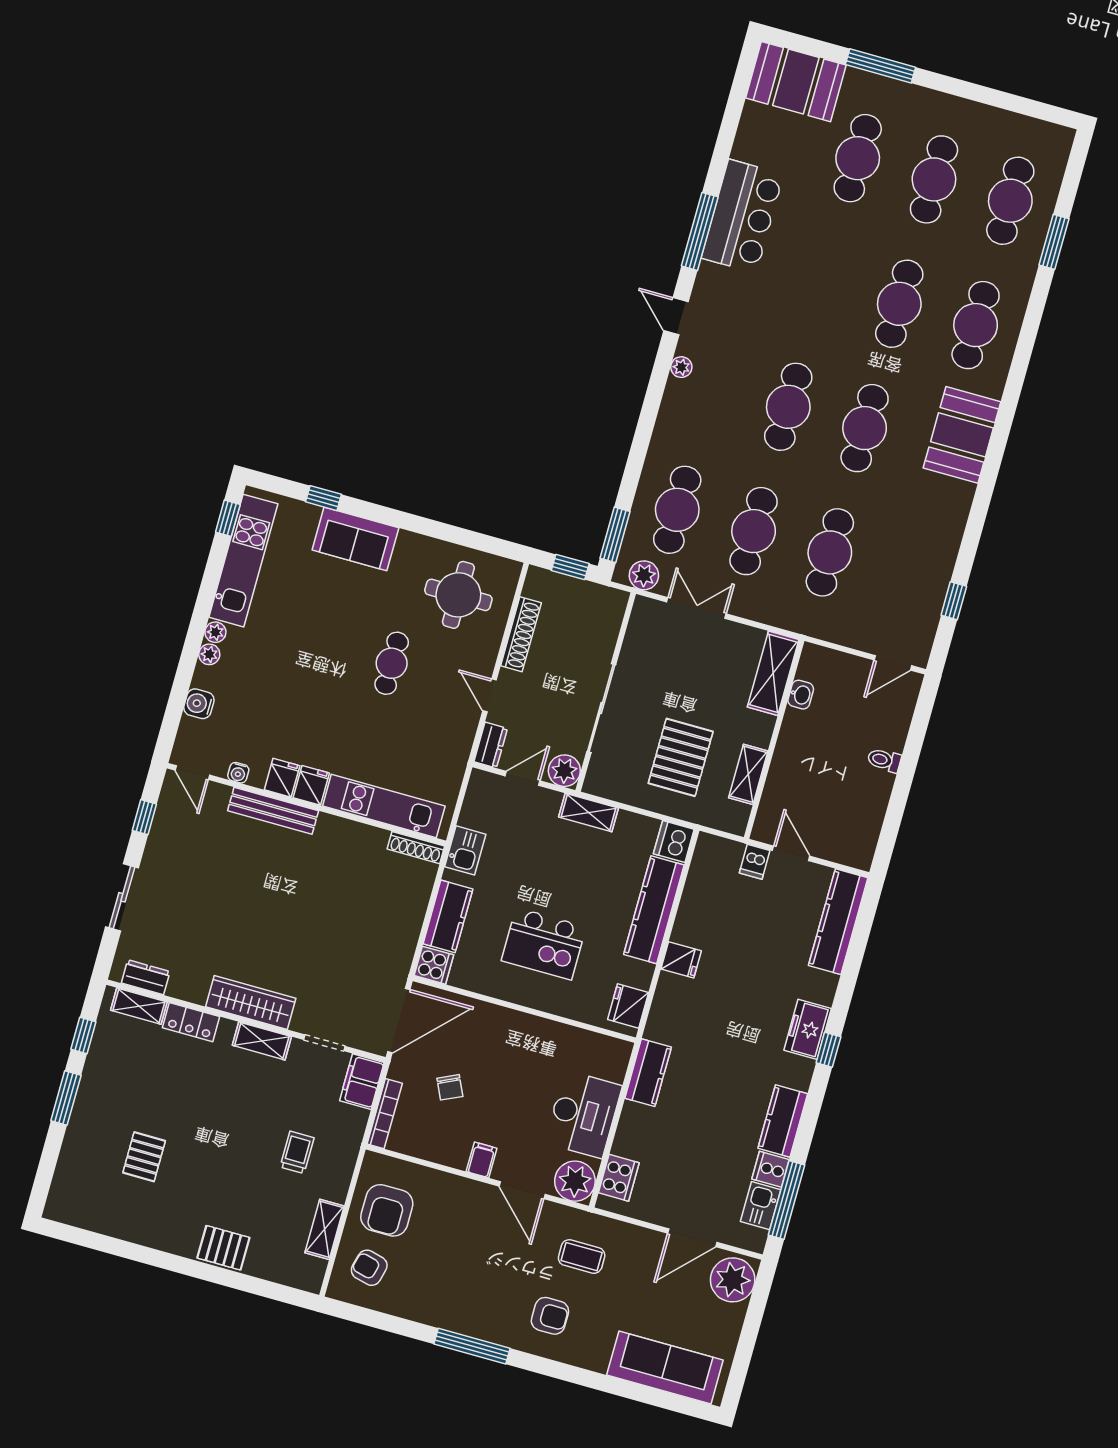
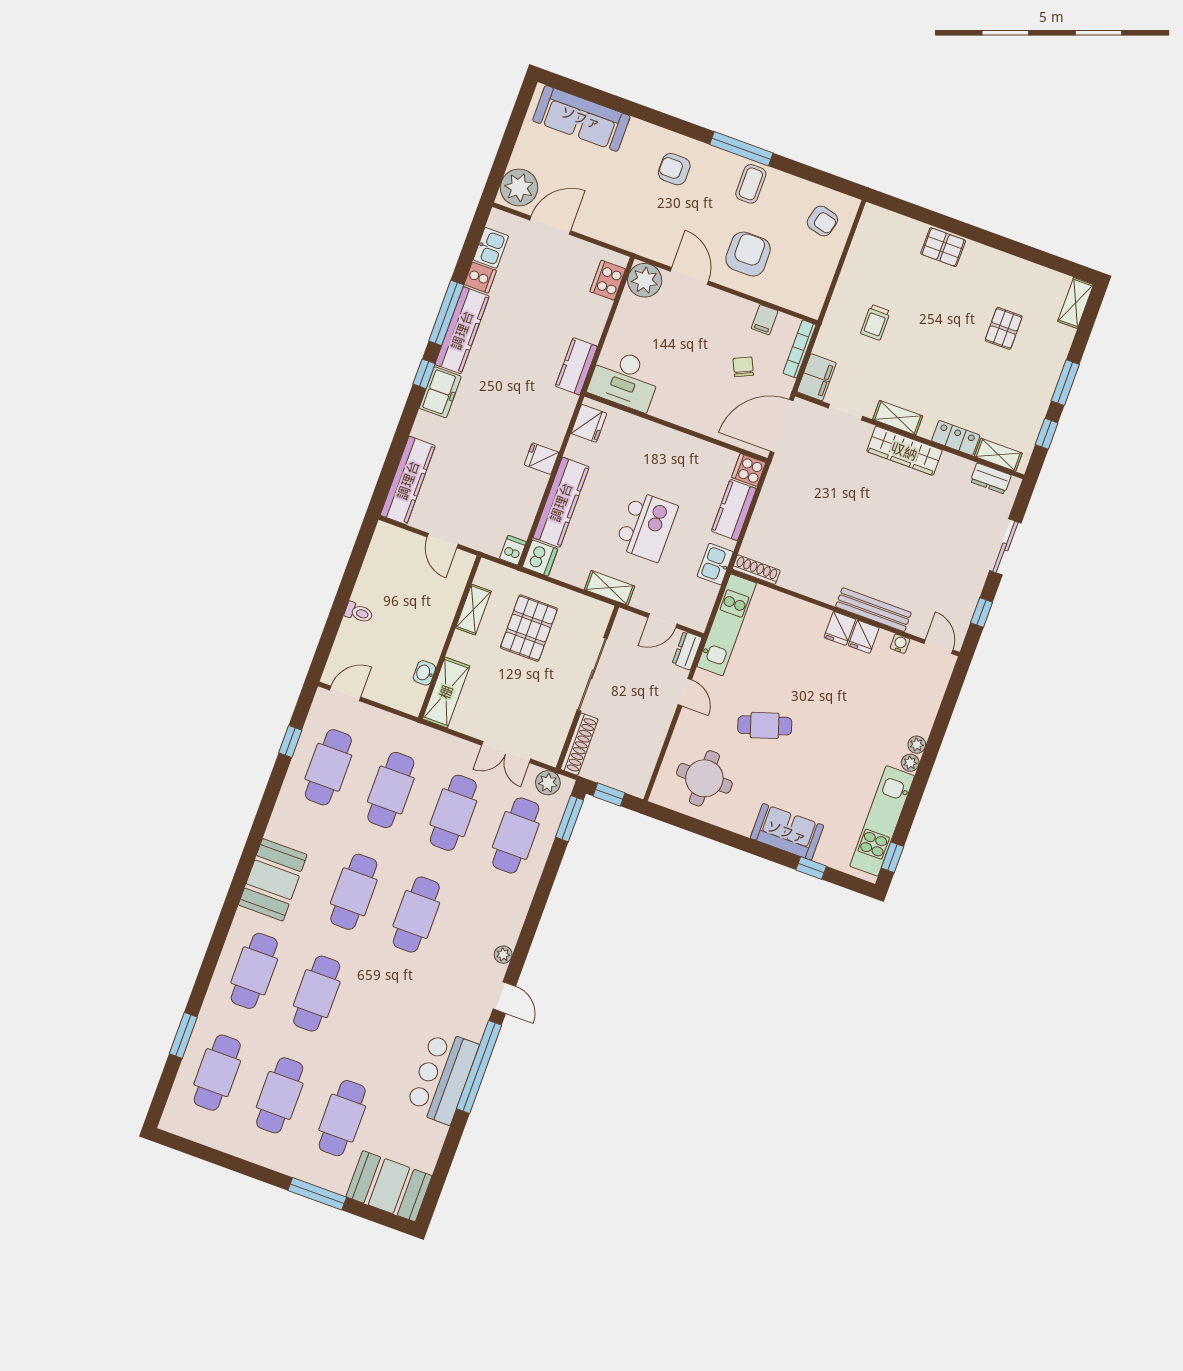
window: (700, 231) -> (479, 1067), width x1.46
cafe table: (906, 574) -> (328, 767), added
shoe rack: (521, 634) -> (579, 744), moved, turned 180
cafe table: (392, 663) -> (765, 725), turned 72
water cooler: (199, 704) -> (929, 704), removed
plant: (564, 771) -> (627, 624), removed
kitchen unit: (384, 806) -> (727, 625), moved, turned -90
dishwasher: (755, 862) -> (513, 550), moved
kitchen island: (544, 944) -> (646, 527), moved, turned 90
desk: (583, 1114) -> (625, 379), moved, turned -90
kitchen counter: (783, 1121) -> (462, 330), width x1.50
filing cabinet: (482, 1160) -> (765, 320), moved
window: (787, 1200) -> (446, 313), moved
armchair: (387, 1210) -> (748, 254), moved
shelving: (325, 1229) -> (1076, 303), moved
coffee table: (582, 1257) -> (751, 184), moved, turned 90

